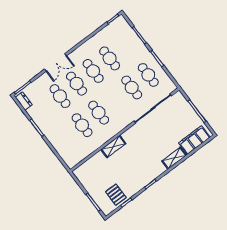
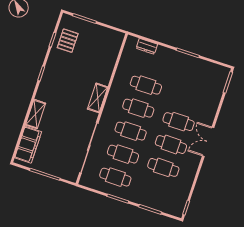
double door: (56, 62) -> (208, 142), moved
cafe table: (60, 96) -> (131, 131), moved
dresser: (24, 101) -> (147, 46), moved
shelving: (113, 147) -> (98, 98), moved
pallet: (116, 195) -> (68, 41), turned 90

